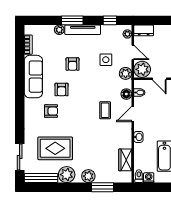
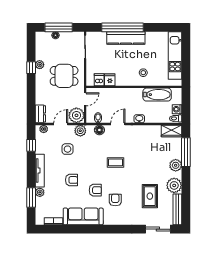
window: (72, 20) -> (31, 198), moved
coffee table: (105, 110) -> (116, 162), moved
door: (133, 114) -> (118, 124), swing flipped
rug: (55, 148) -> (150, 196), width x0.73, depth x0.70
wardrobe: (125, 160) -> (172, 131), moved
window: (103, 187) -> (186, 152), width x1.44

